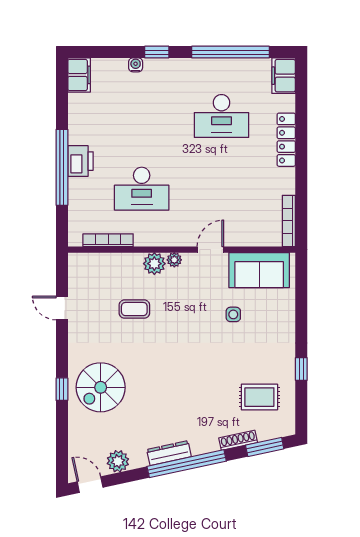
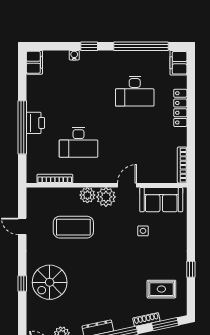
plant: (174, 260) -> (106, 197), width x1.88, depth x1.88
coffee table: (134, 309) -> (73, 227), width x1.86, depth x1.72

